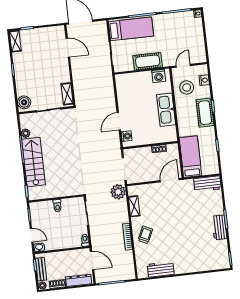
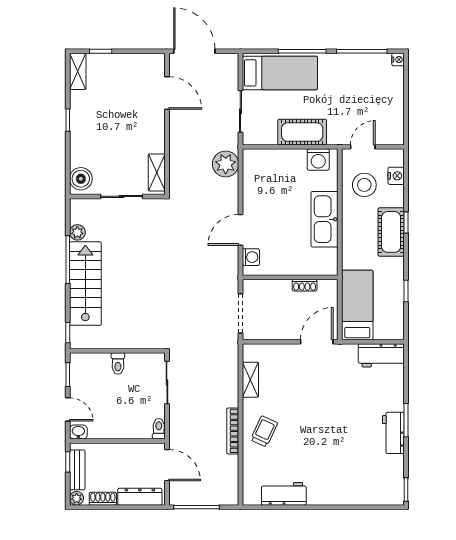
plant: (118, 192) -> (226, 164), moved

